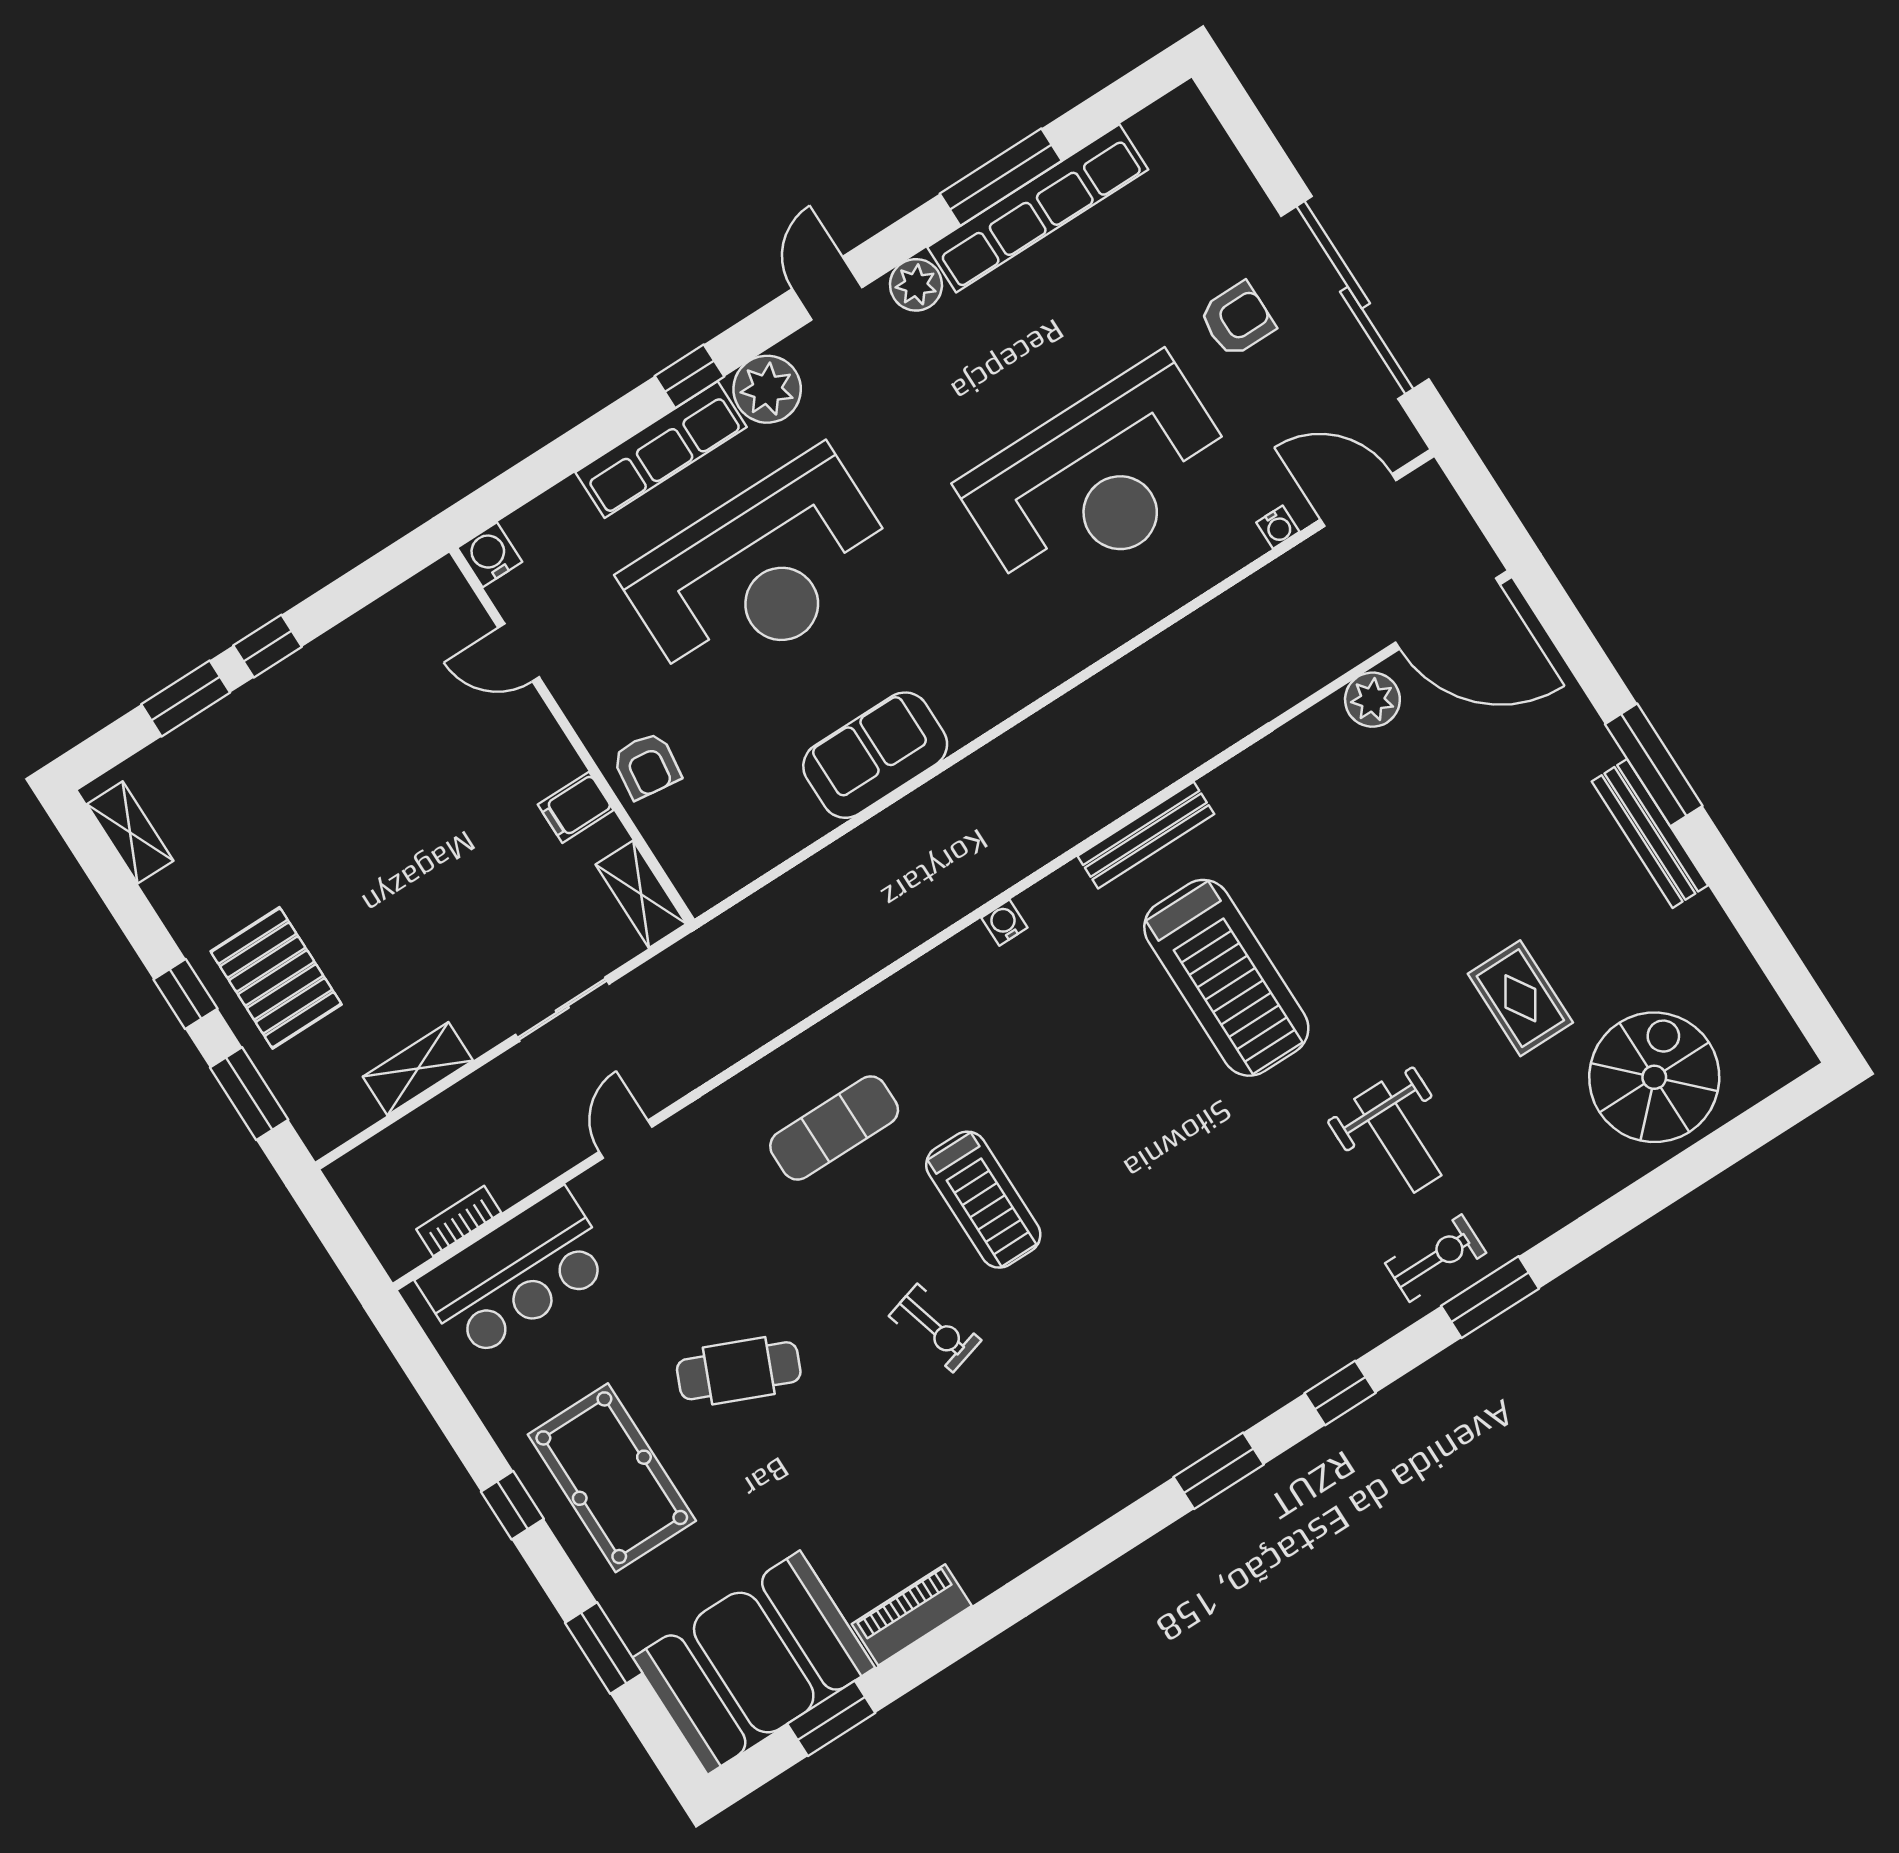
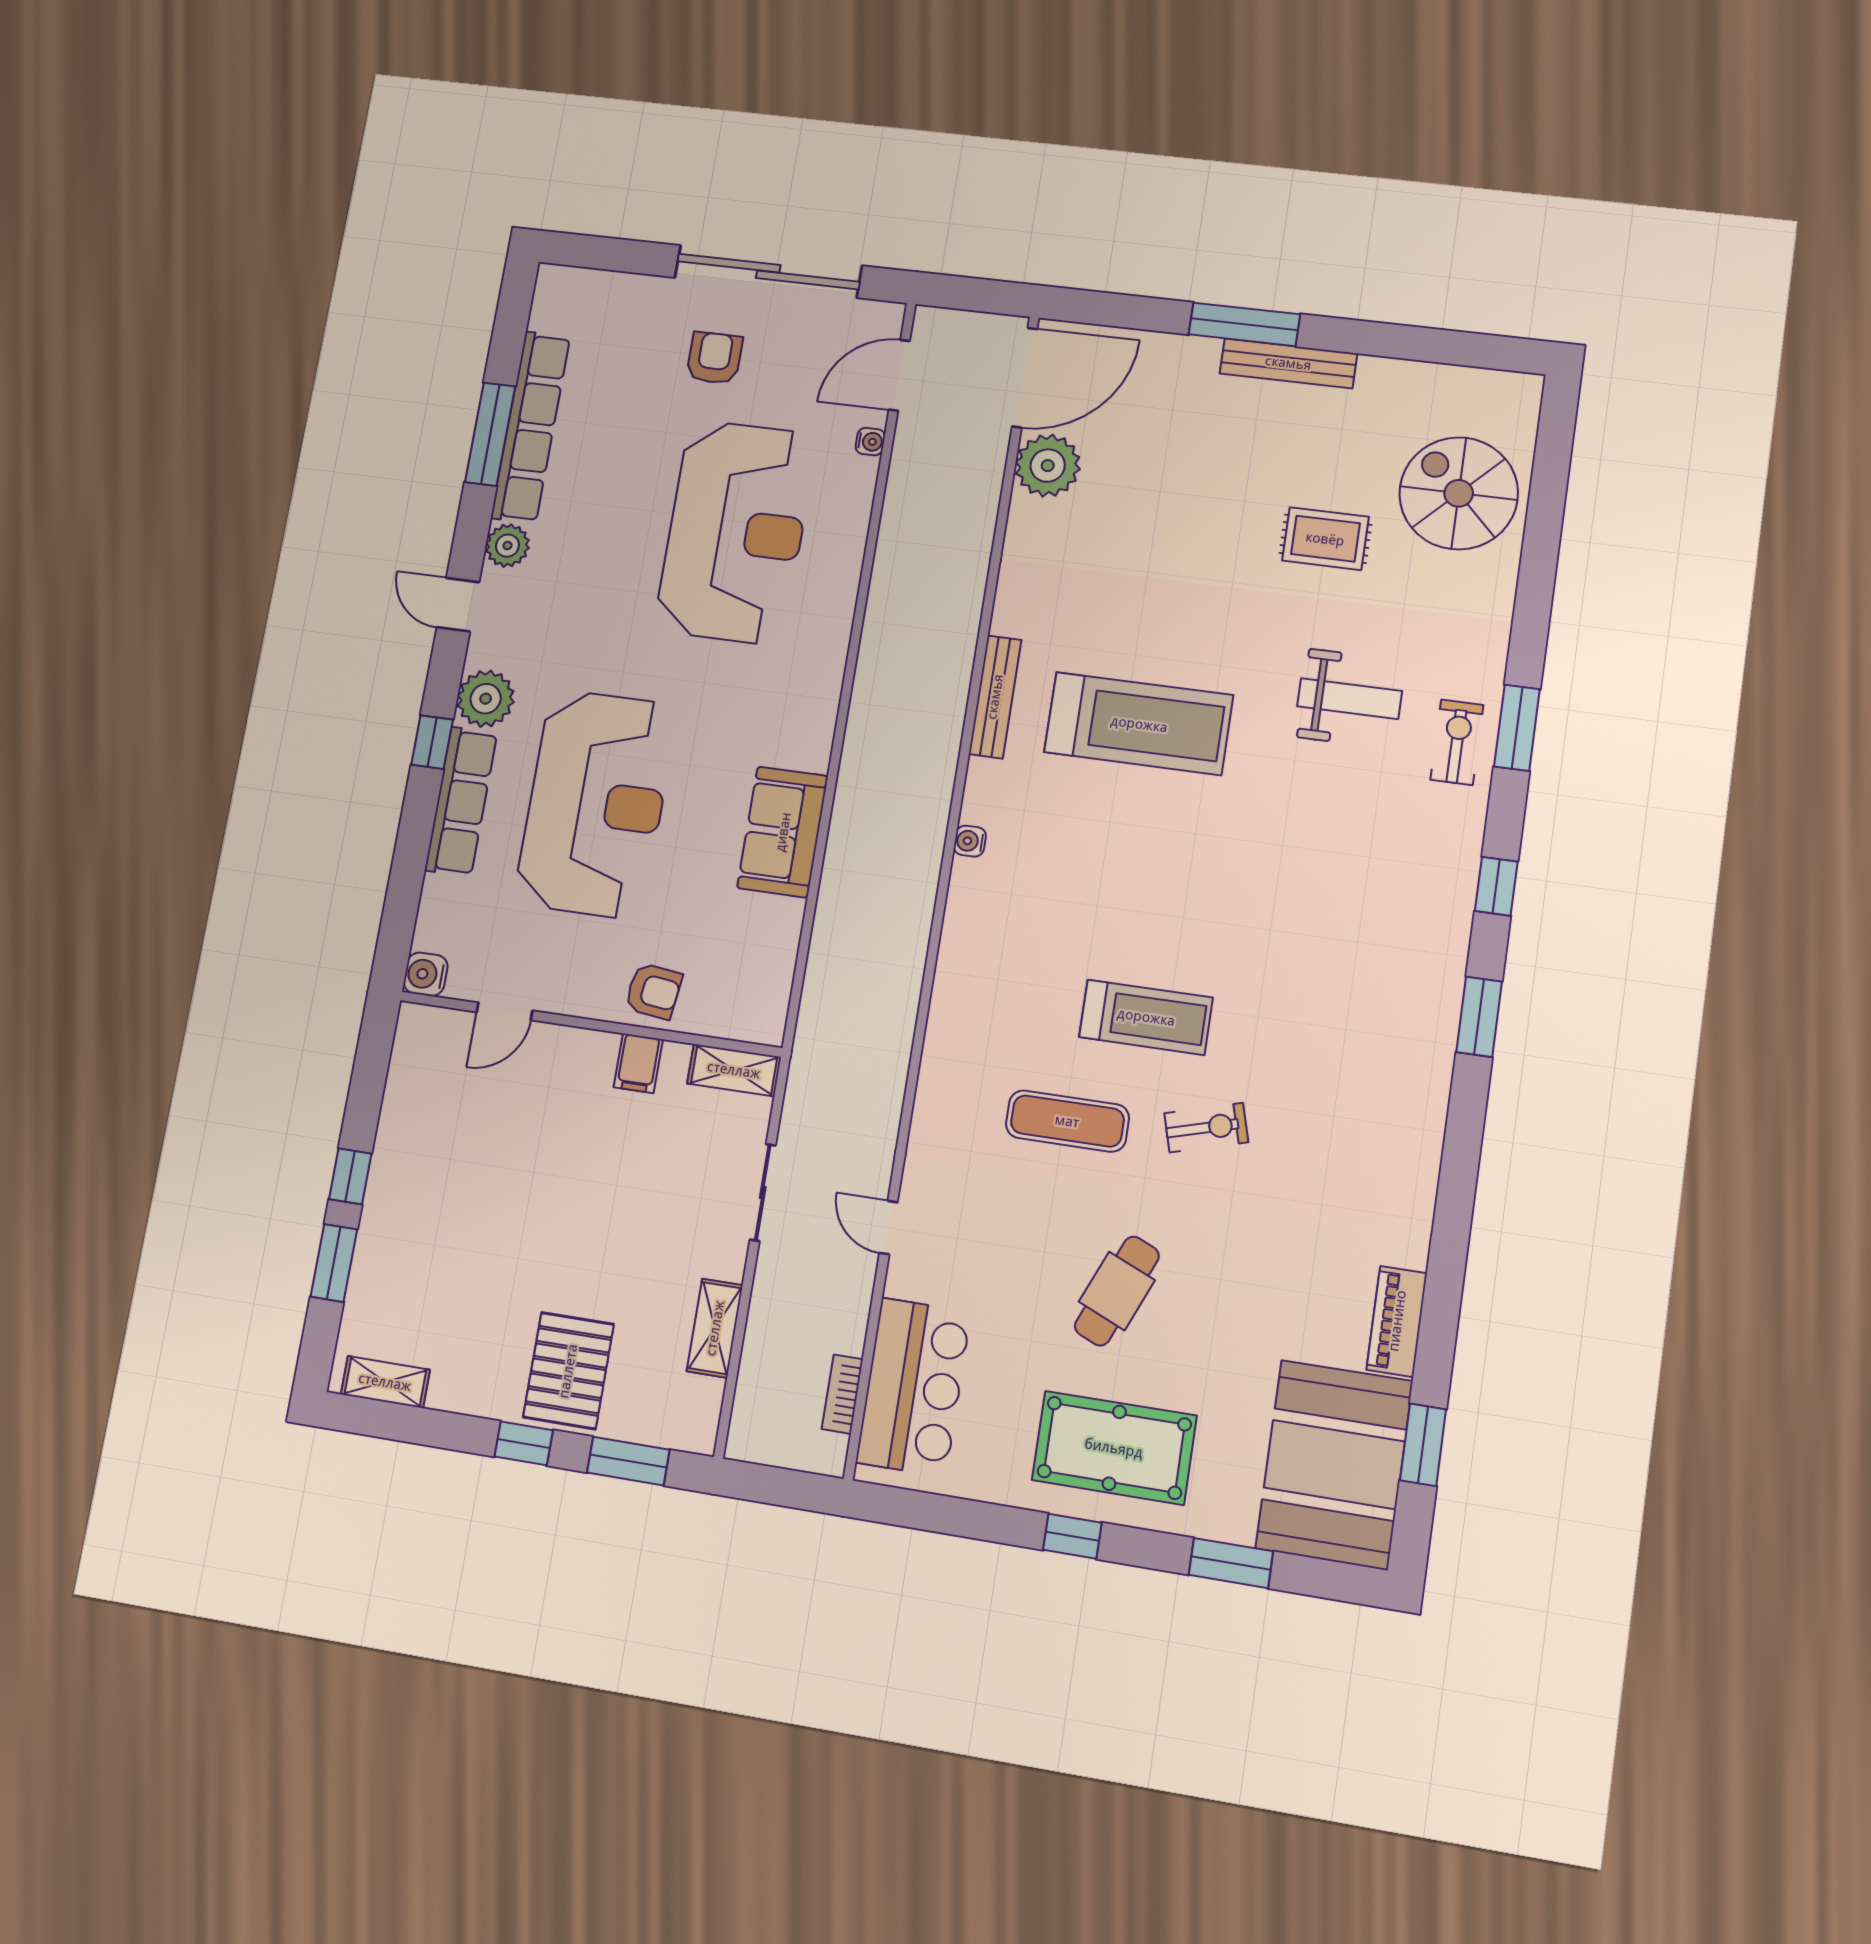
plant: (1372, 700) -> (1048, 466), width x1.36, depth x1.36
pallet: (276, 978) -> (568, 1371), turned 90
exercise mat: (834, 1128) -> (1067, 1121), moved, turned 90

